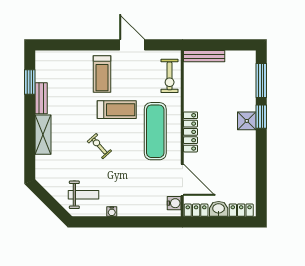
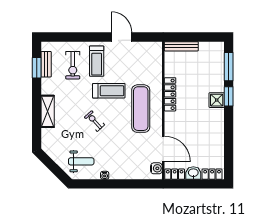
exercise bike: (170, 76) -> (73, 65), moved
bench: (41, 98) -> (46, 64), moved
locker: (191, 132) -> (170, 94), moved

